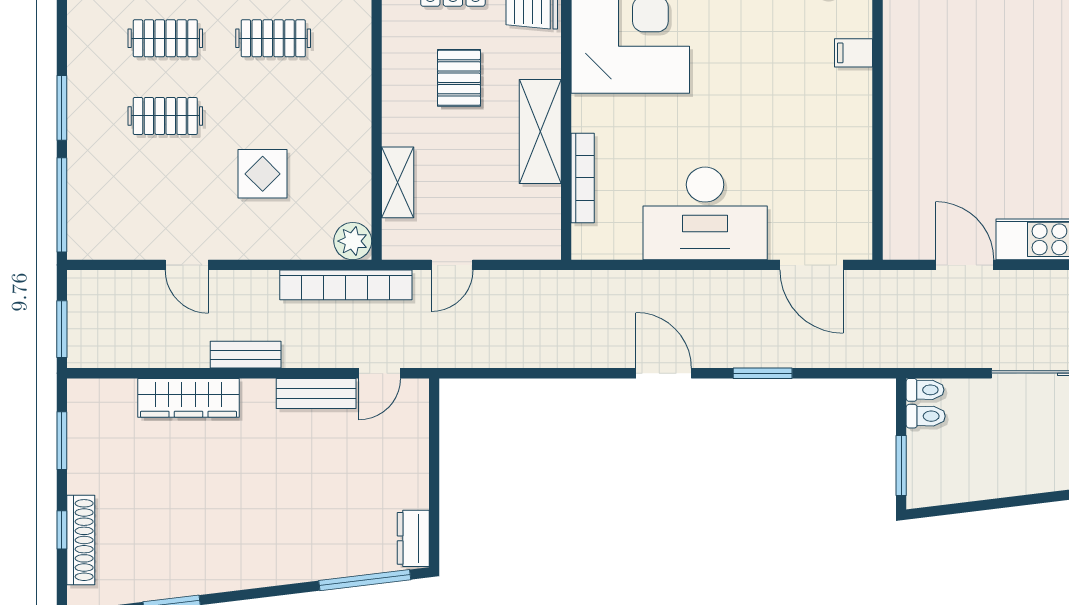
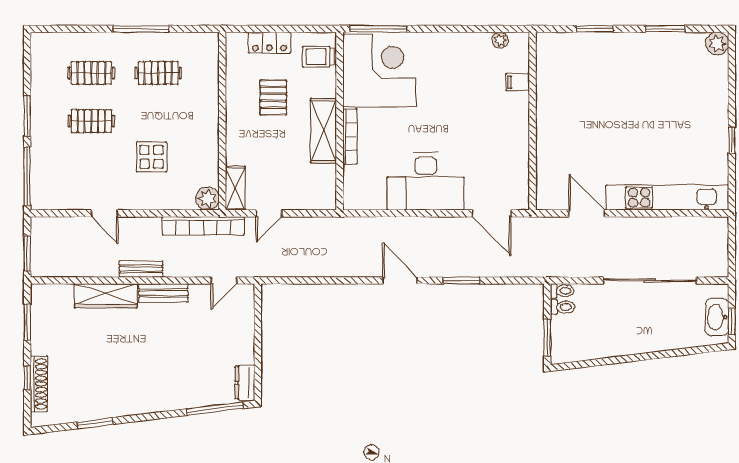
bookcase: (583, 178) -> (350, 137), moved
shelving: (398, 182) -> (235, 188), moved
bench: (316, 393) -> (163, 293), moved

